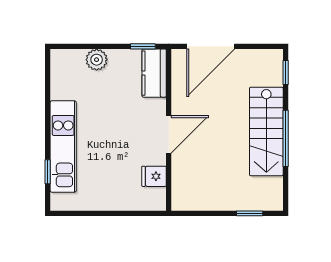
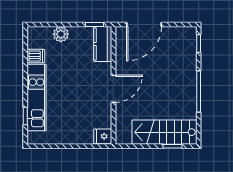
dishwasher: (62, 90) -> (36, 56), added
stairs: (266, 131) -> (164, 132), moved, turned 90
fridge: (154, 176) -> (103, 136), moved

